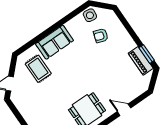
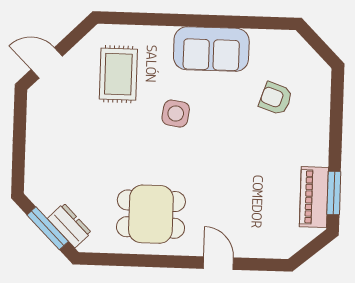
side table: (90, 15) -> (176, 114), moved
sofa: (54, 42) -> (211, 49), moved

